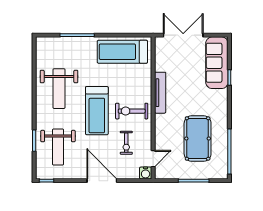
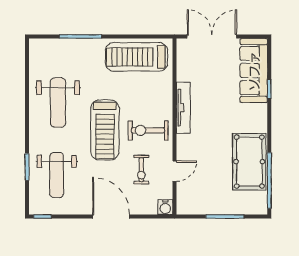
pool table: (198, 139) -> (249, 162), moved
door: (153, 159) -> (175, 171), moved

